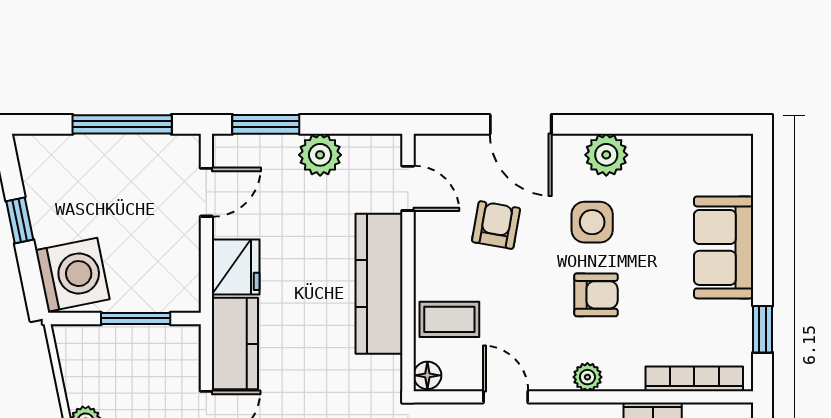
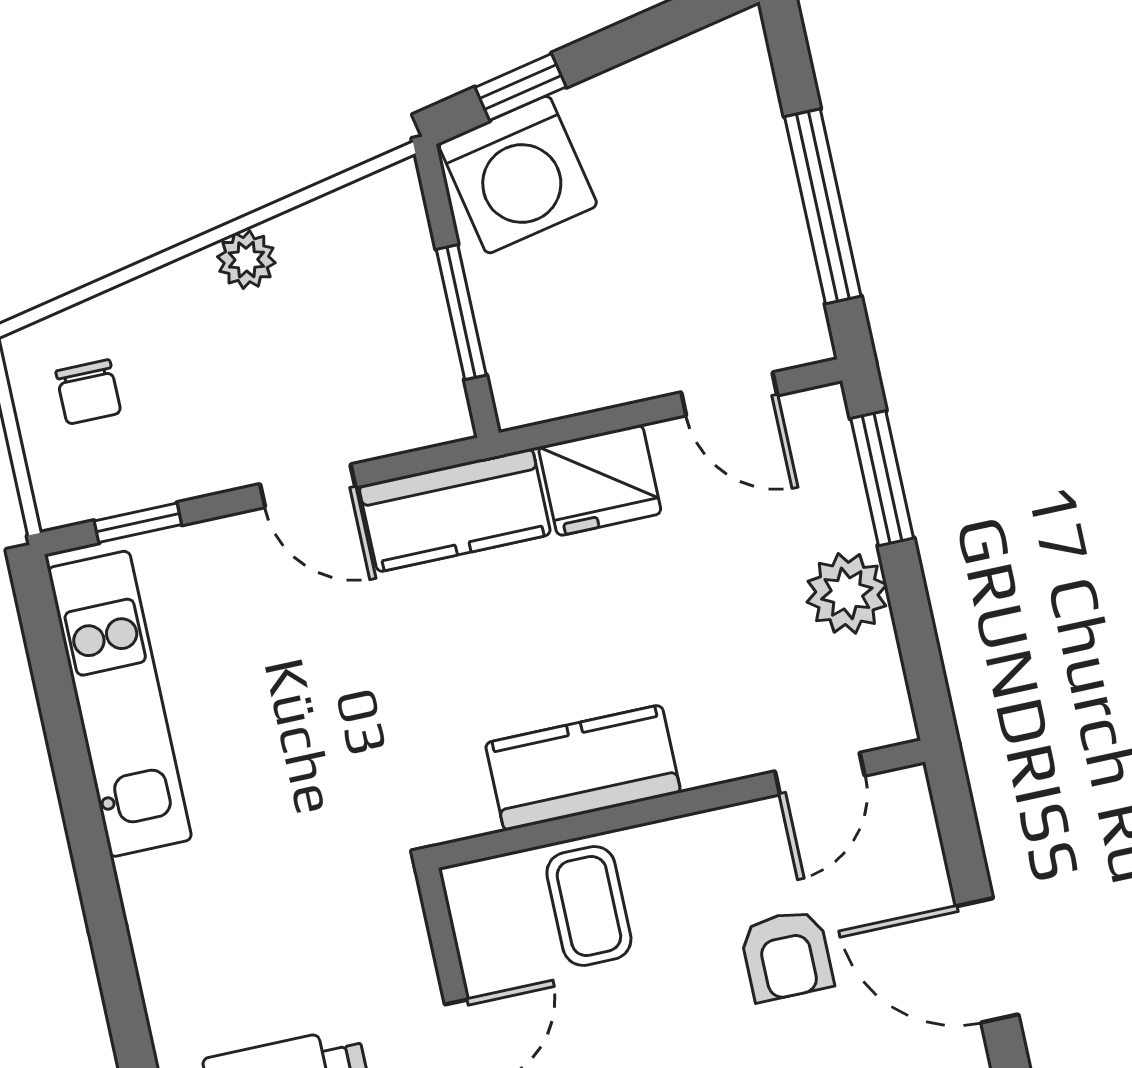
door: (521, 124) -> (987, 960), hinge flipped
window: (20, 220) -> (521, 87), moved
armchair: (496, 225) -> (787, 955), turned 80
kitchen counter: (379, 284) -> (583, 768), width x0.67
floor lamp: (427, 375) -> (474, 887), removed

